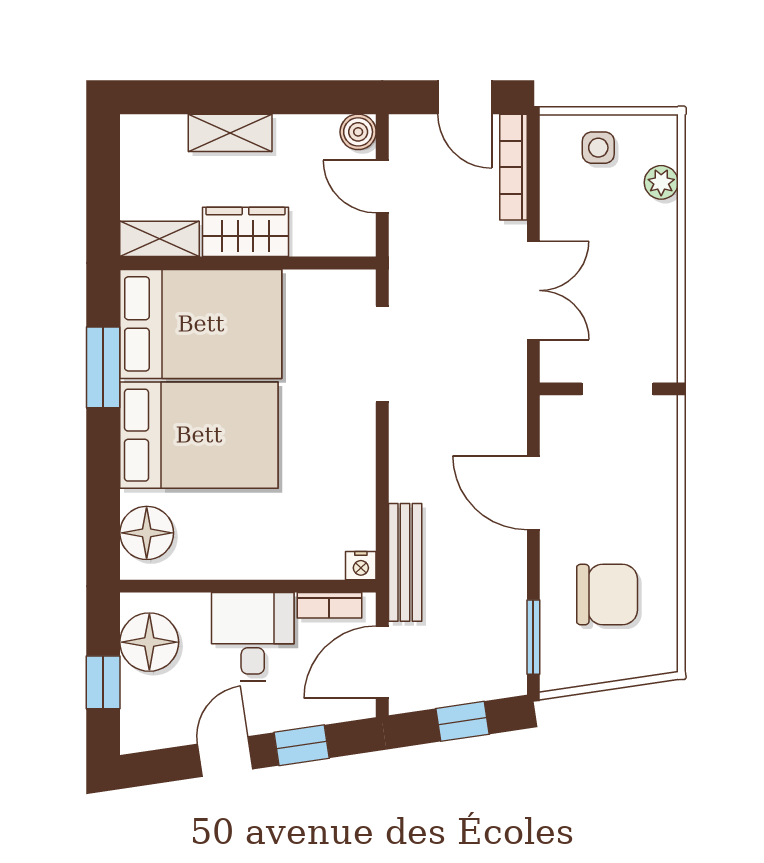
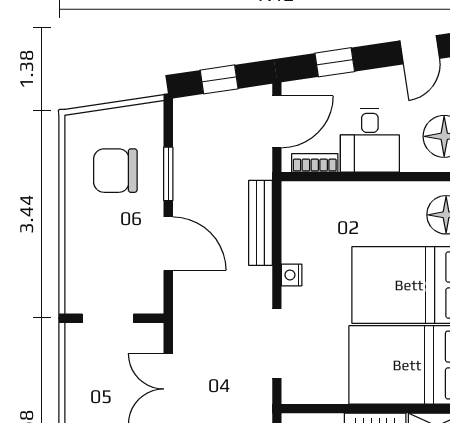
bench: (405, 562) -> (260, 223), moved
nightstand: (361, 566) -> (292, 275), moved, turned -90
window: (533, 637) -> (168, 174), moved
door: (225, 757) -> (420, 50), moved

